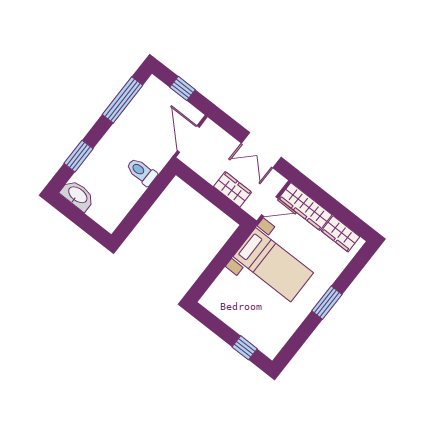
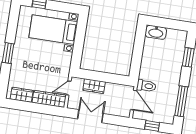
toilet: (142, 172) -> (146, 86), moved
washbasin: (77, 195) -> (156, 32), moved
bed with nightstands: (273, 265) -> (53, 30), moved

